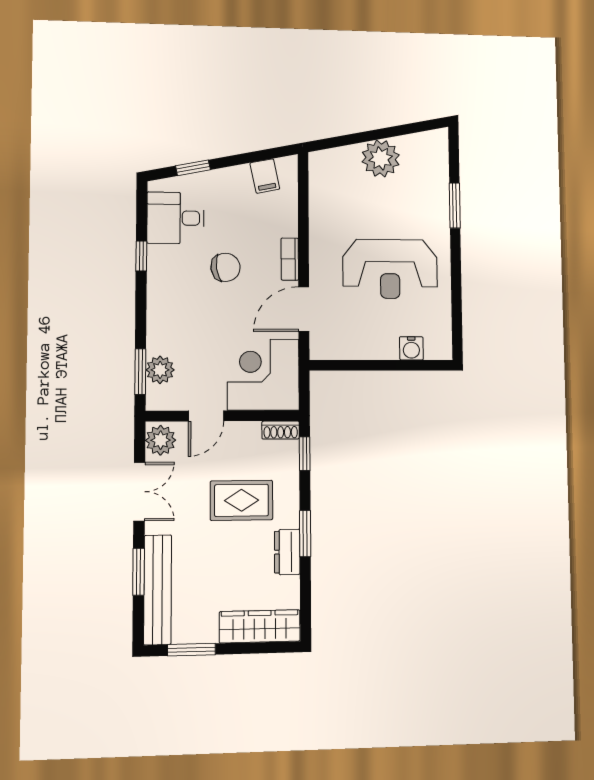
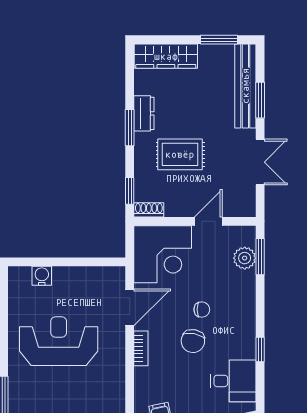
chair: (226, 267) -> (193, 341), turned -72
chair: (214, 306) -> (202, 310), added
plant: (161, 440) -> (244, 202), removed
double door: (139, 492) -> (260, 162), swing flipped

